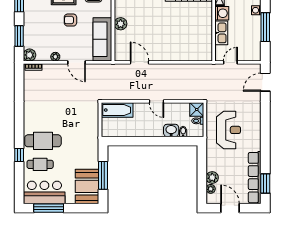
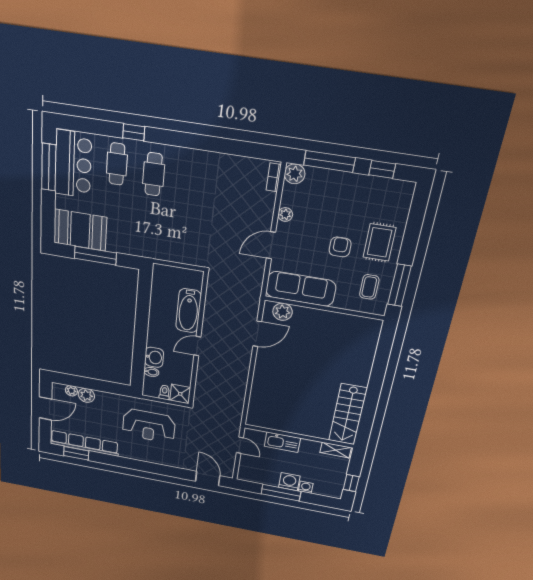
washing machine: (222, 13) -> (289, 482), moved, turned 180
plant: (121, 24) -> (283, 312), moved
window: (19, 36) -> (329, 161), width x1.44
bathtub: (117, 110) -> (188, 311), moved
cafe table: (43, 141) -> (154, 174), width x0.73, depth x0.74

